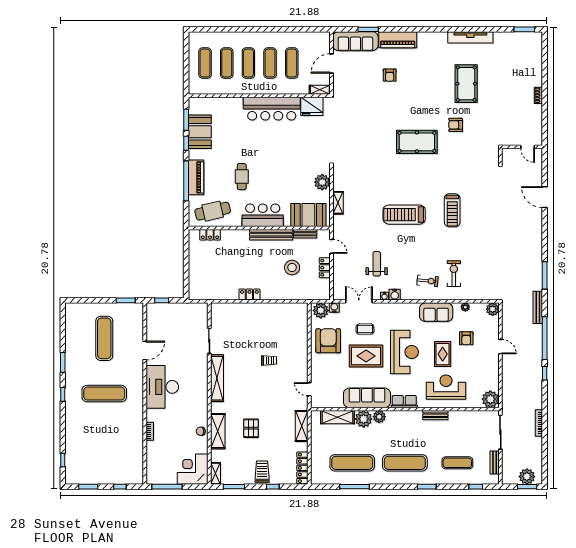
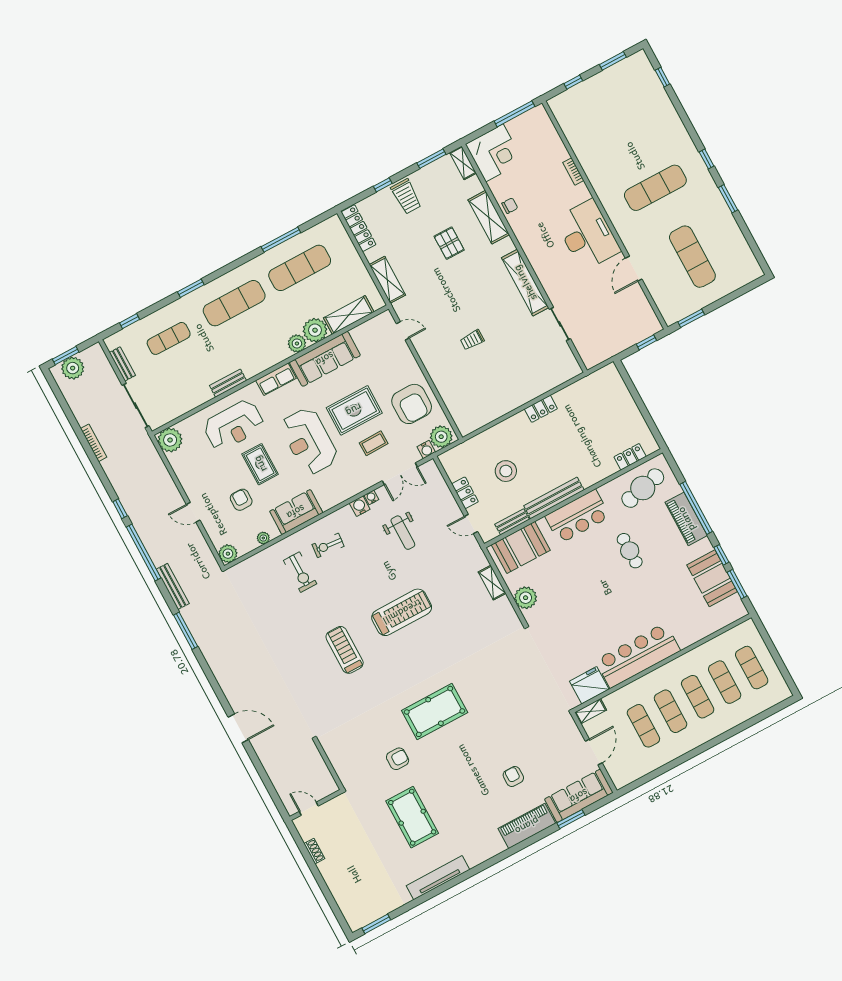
wall: (522, 147) -> (316, 805), moved
door: (528, 147) -> (309, 809), moved

